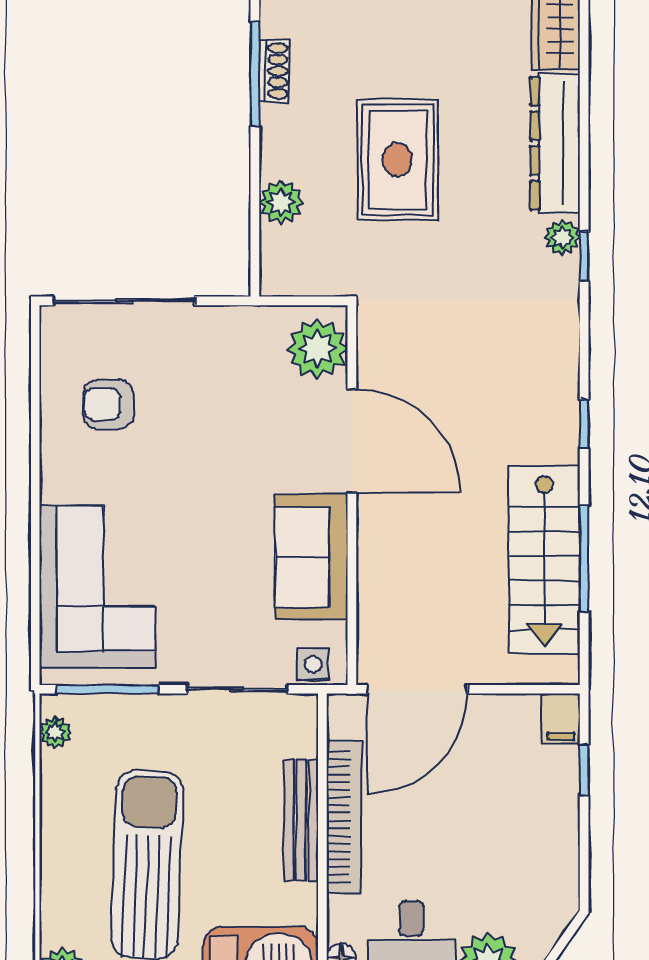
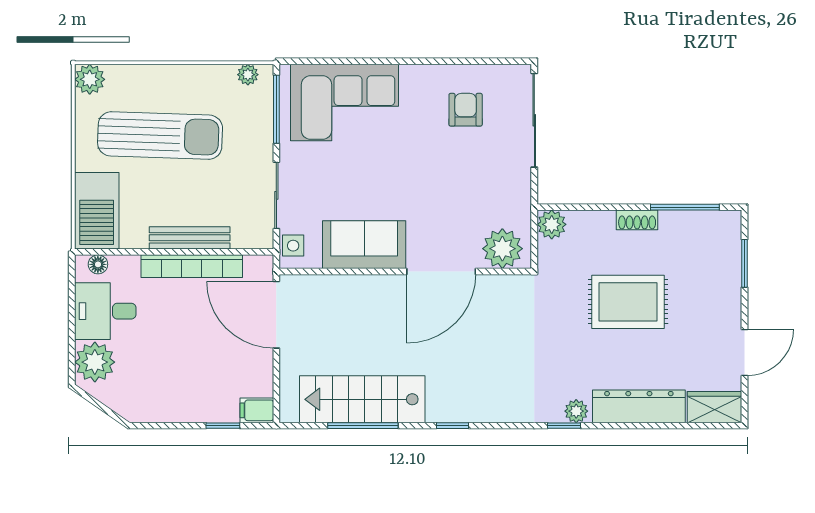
shoe rack: (274, 71) -> (637, 220), moved
plant: (281, 202) -> (552, 224), moved

